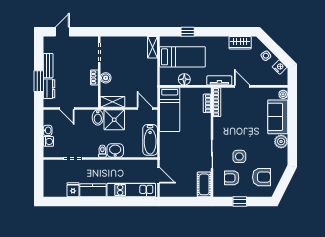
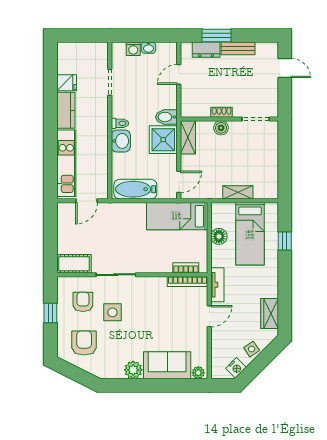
shelving: (152, 47) -> (238, 192), moved
armchair: (262, 177) -> (84, 343), turned 180

